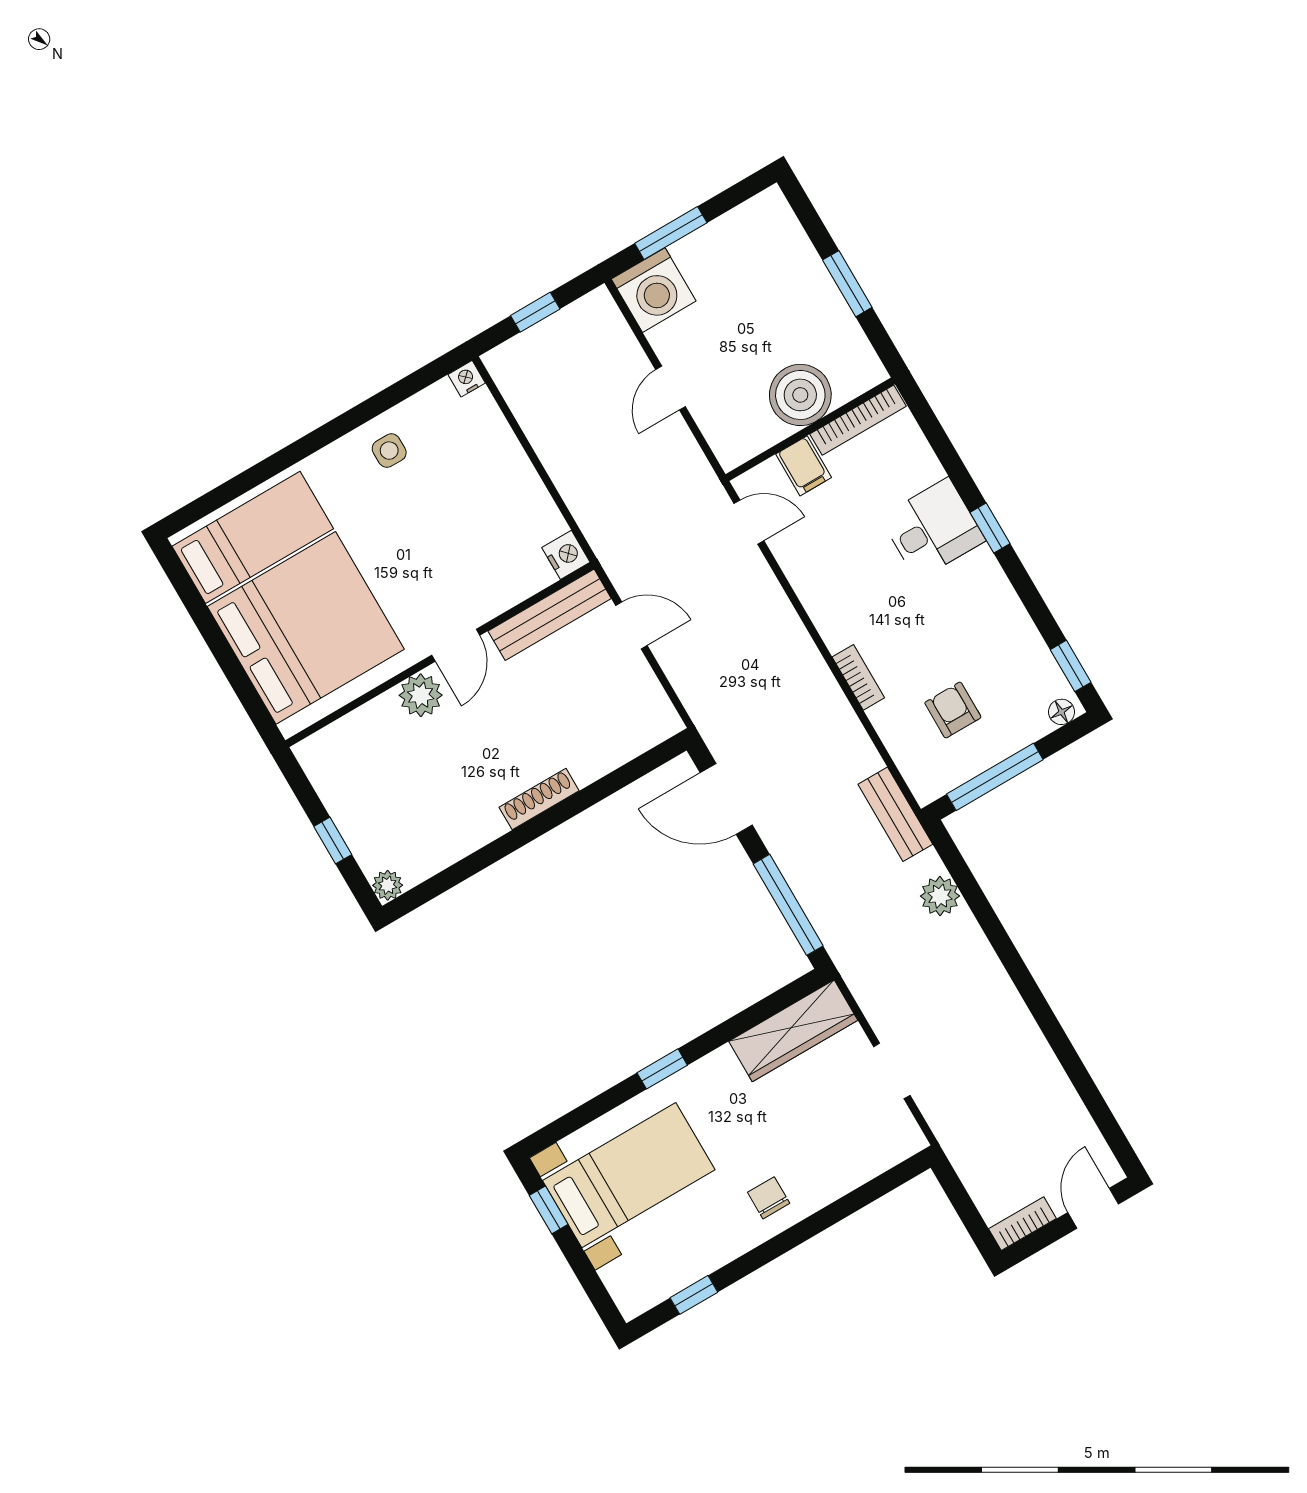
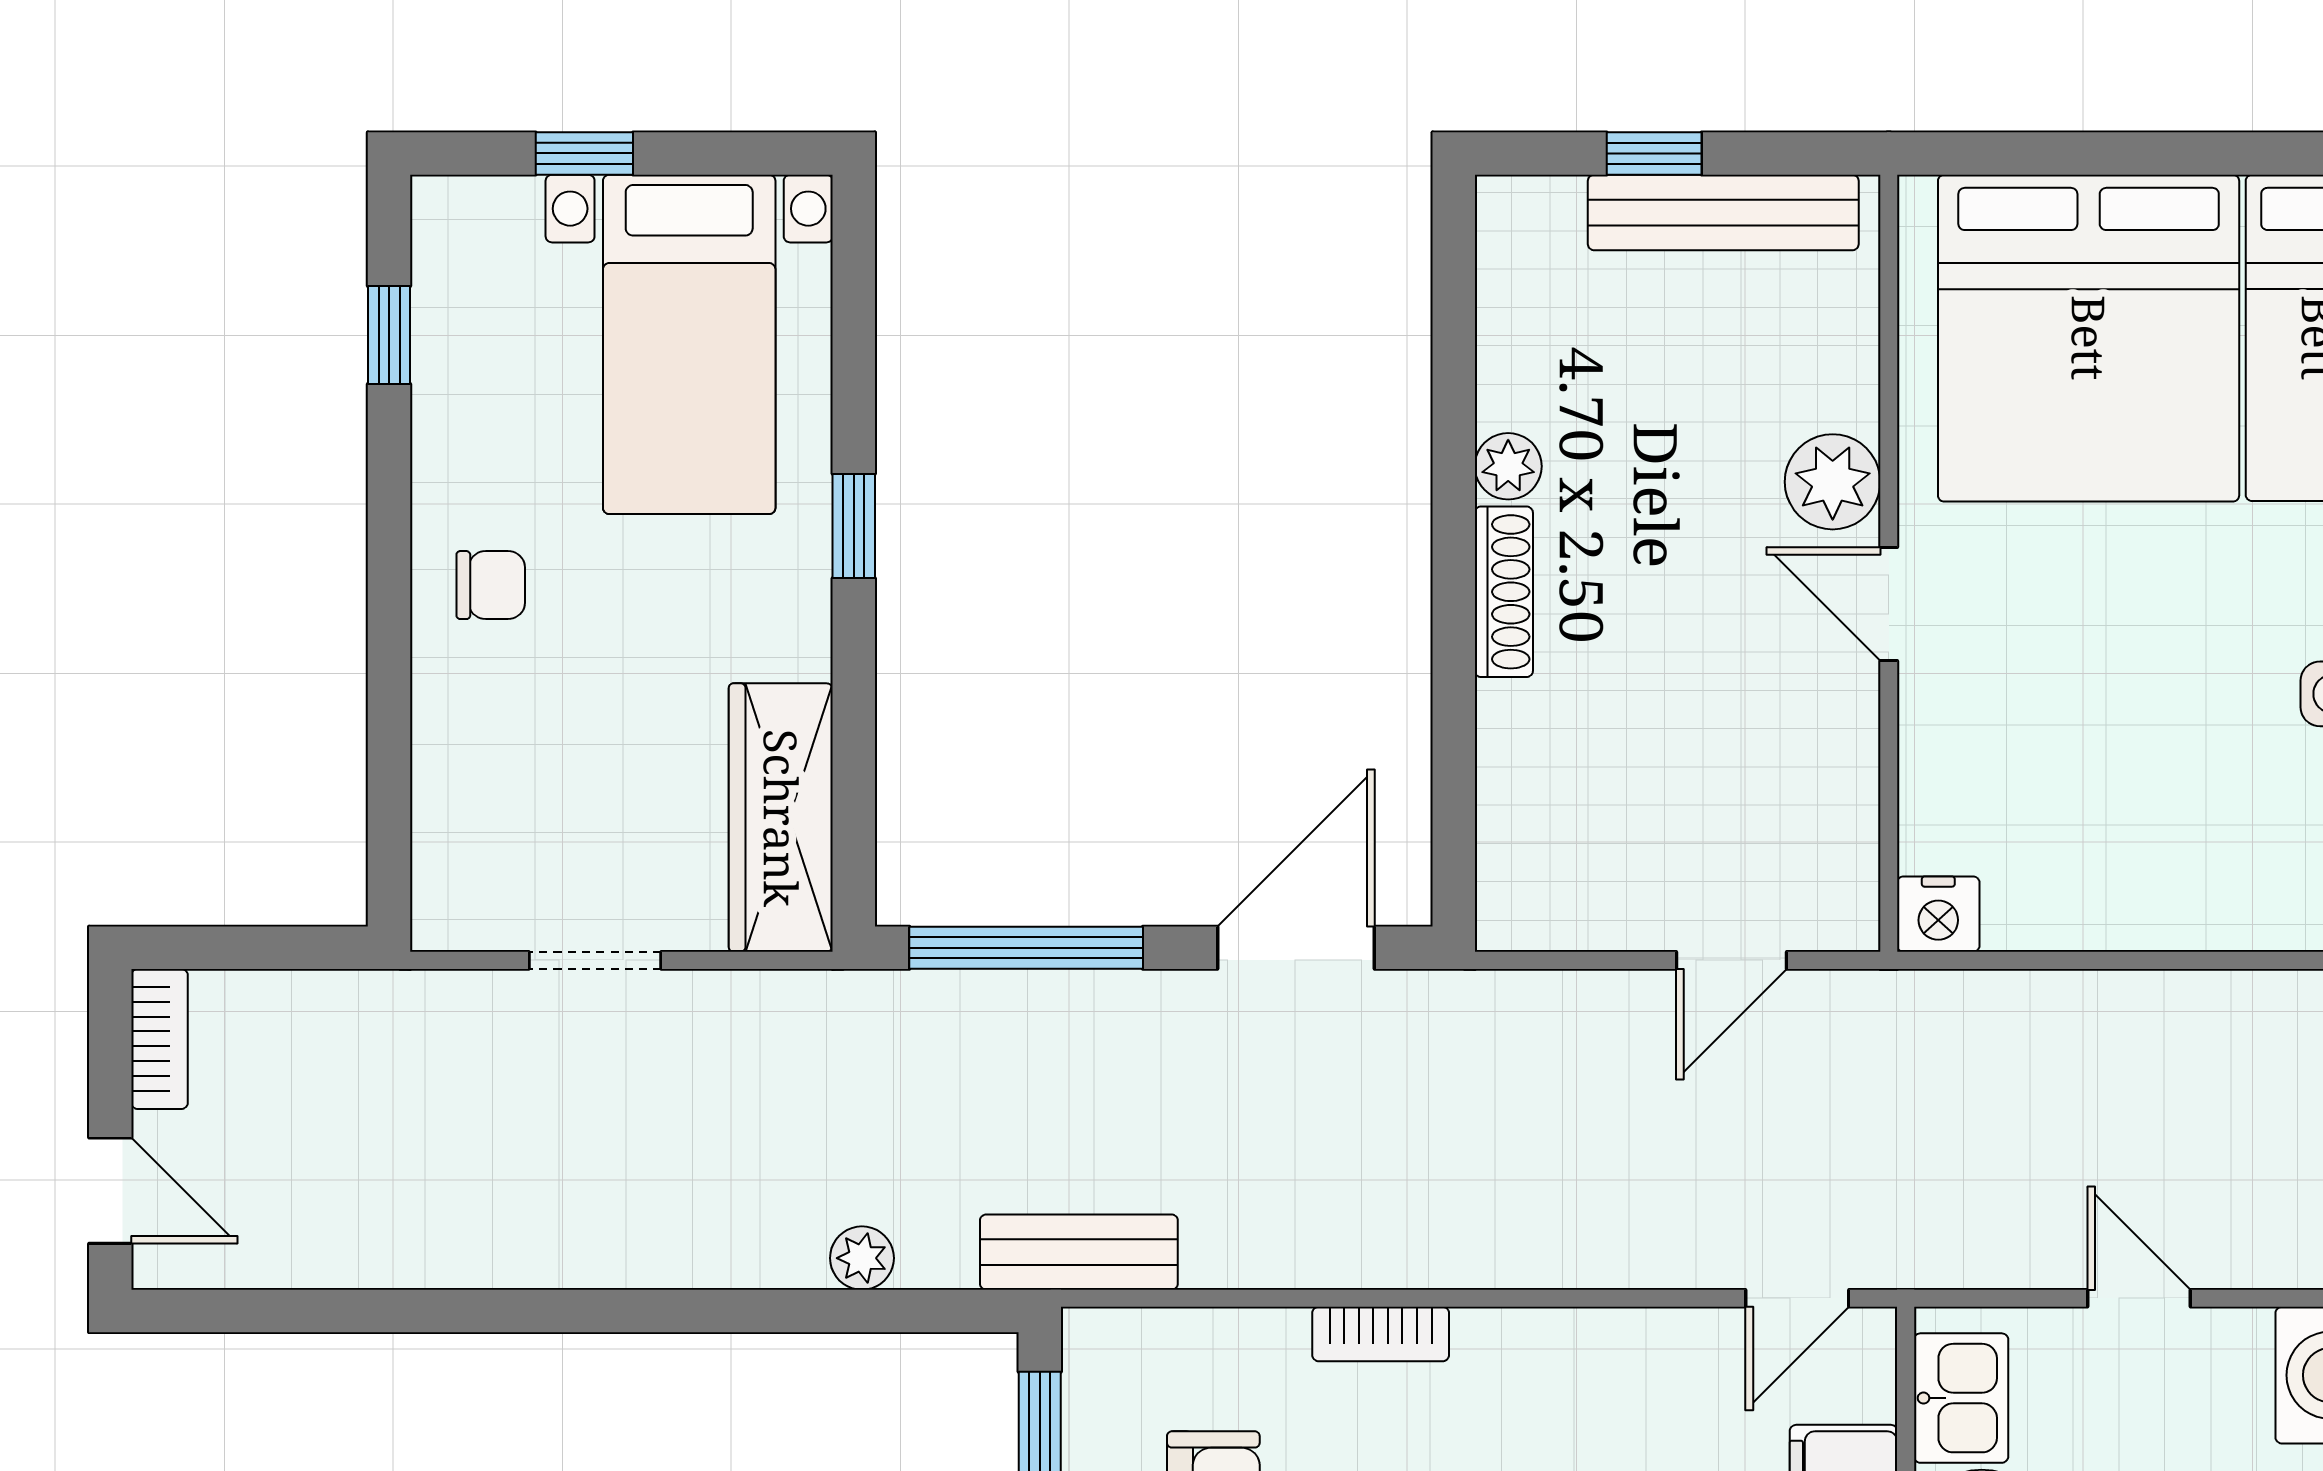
kitchen sink: (750, 435) -> (1961, 1398), added
bench: (550, 615) -> (1723, 212), moved, turned 90
plant: (388, 885) -> (1508, 466), moved
plant: (940, 896) -> (862, 1258), width x0.73, depth x0.73
window: (549, 1210) -> (584, 153), moved

